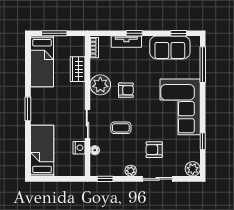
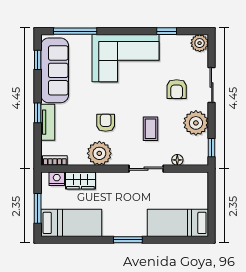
sofa: (170, 47) -> (55, 70), width x1.36
nightstand: (79, 148) -> (57, 179), moved
plant: (131, 171) -> (196, 123), width x1.88, depth x1.88

